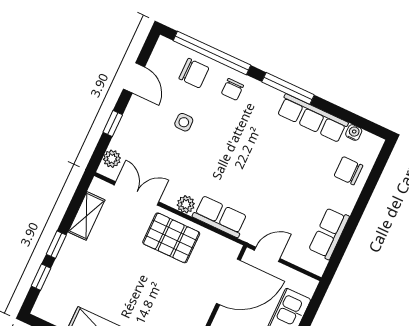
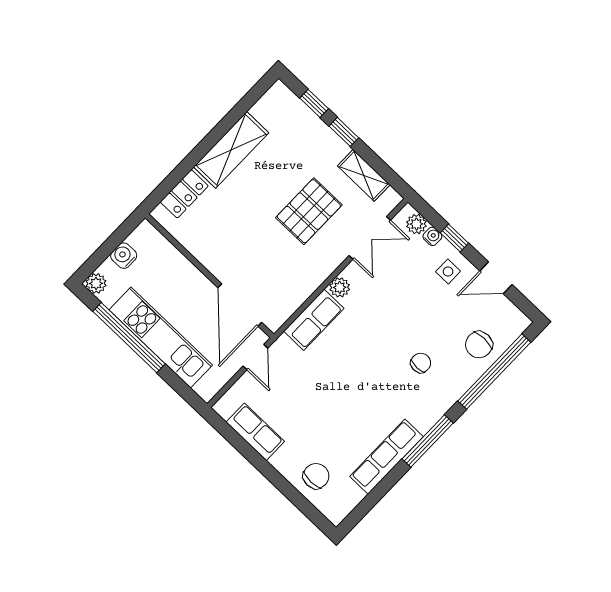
chair: (232, 89) -> (421, 363), moved, turned 90
side table: (184, 122) -> (448, 271), moved
water cooler: (354, 133) -> (432, 236), moved, turned -90
pallet: (171, 238) -> (309, 211), moved

